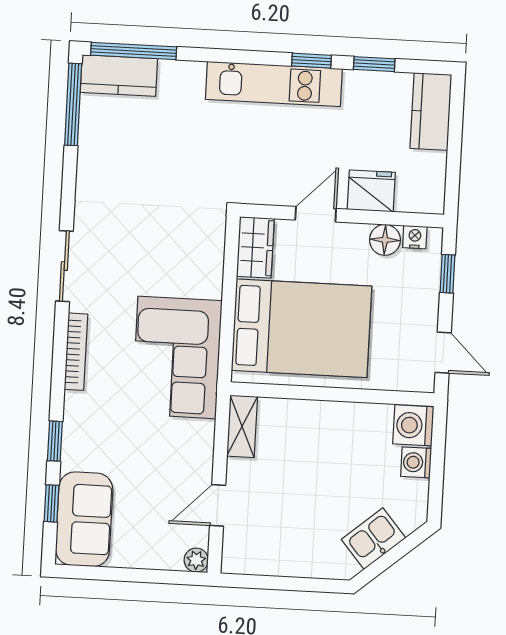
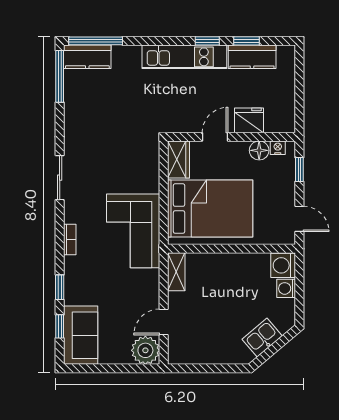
kitchen counter: (431, 111) -> (252, 57), moved, turned -90
bookcase: (76, 352) -> (70, 239), width x0.64
plant: (196, 560) -> (145, 350), width x1.88, depth x1.88

